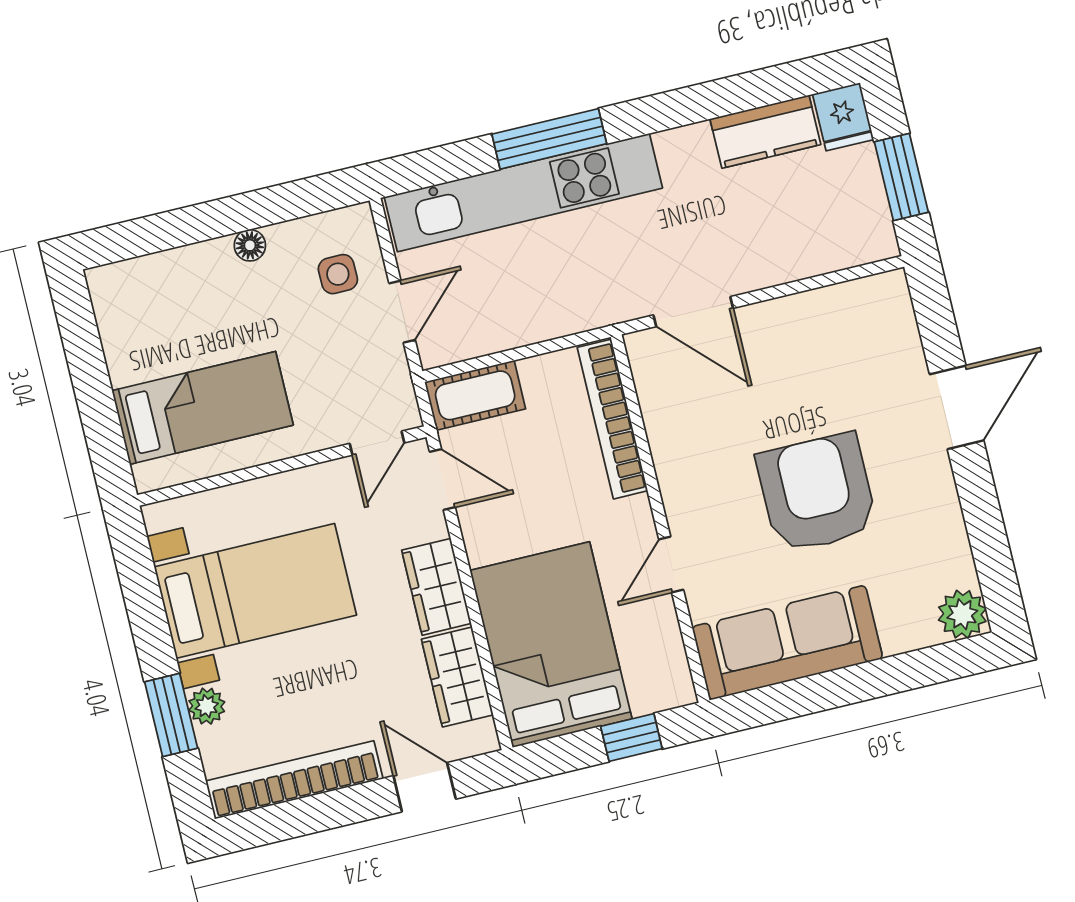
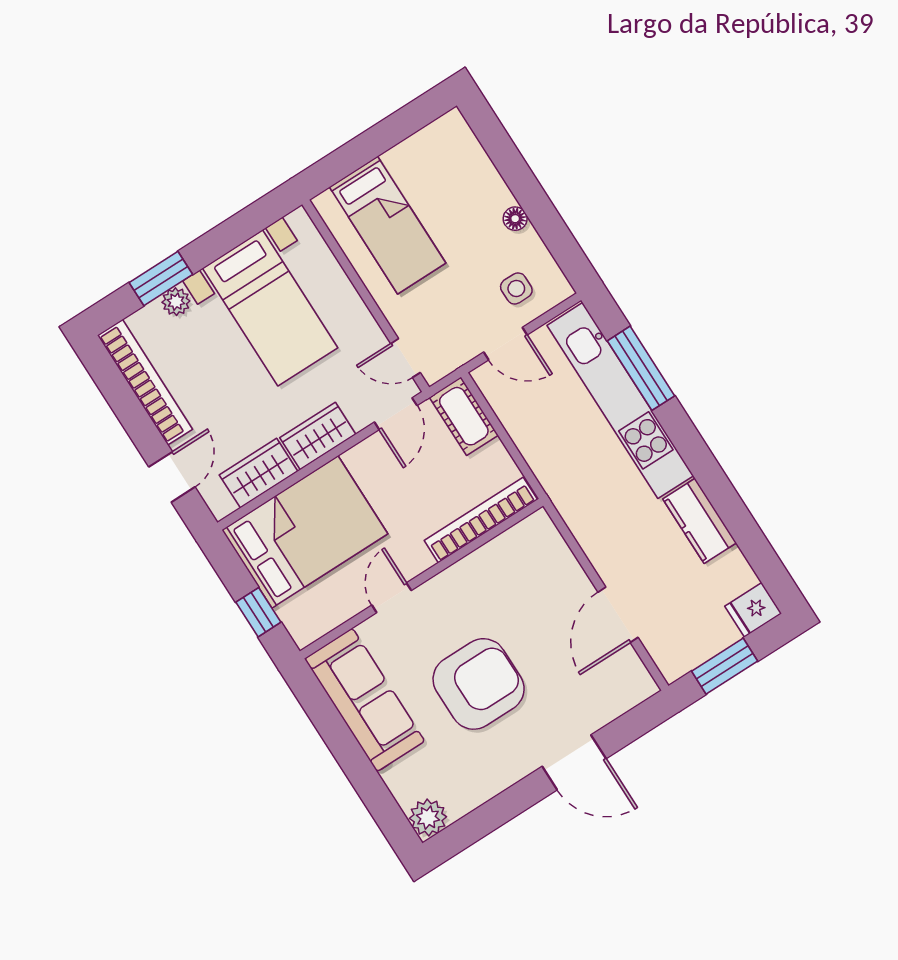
kitchen counter: (765, 132) -> (700, 521), moved
window: (549, 139) -> (641, 368), moved
door: (693, 312) -> (618, 615), moved
door: (671, 565) -> (392, 598), hinge flipped

